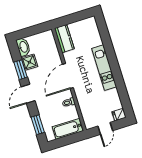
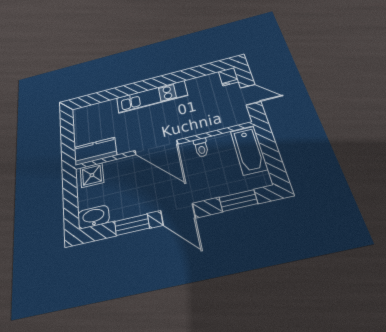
shower: (29, 62) -> (92, 175), moved

